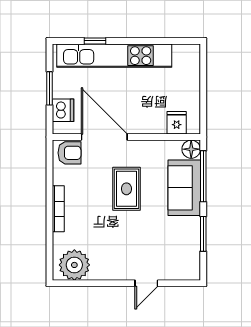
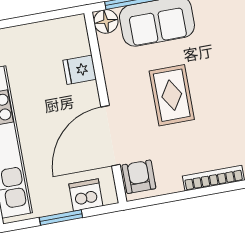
fridge: (177, 123) -> (80, 70), moved
rug: (126, 189) -> (172, 95), turned 90

